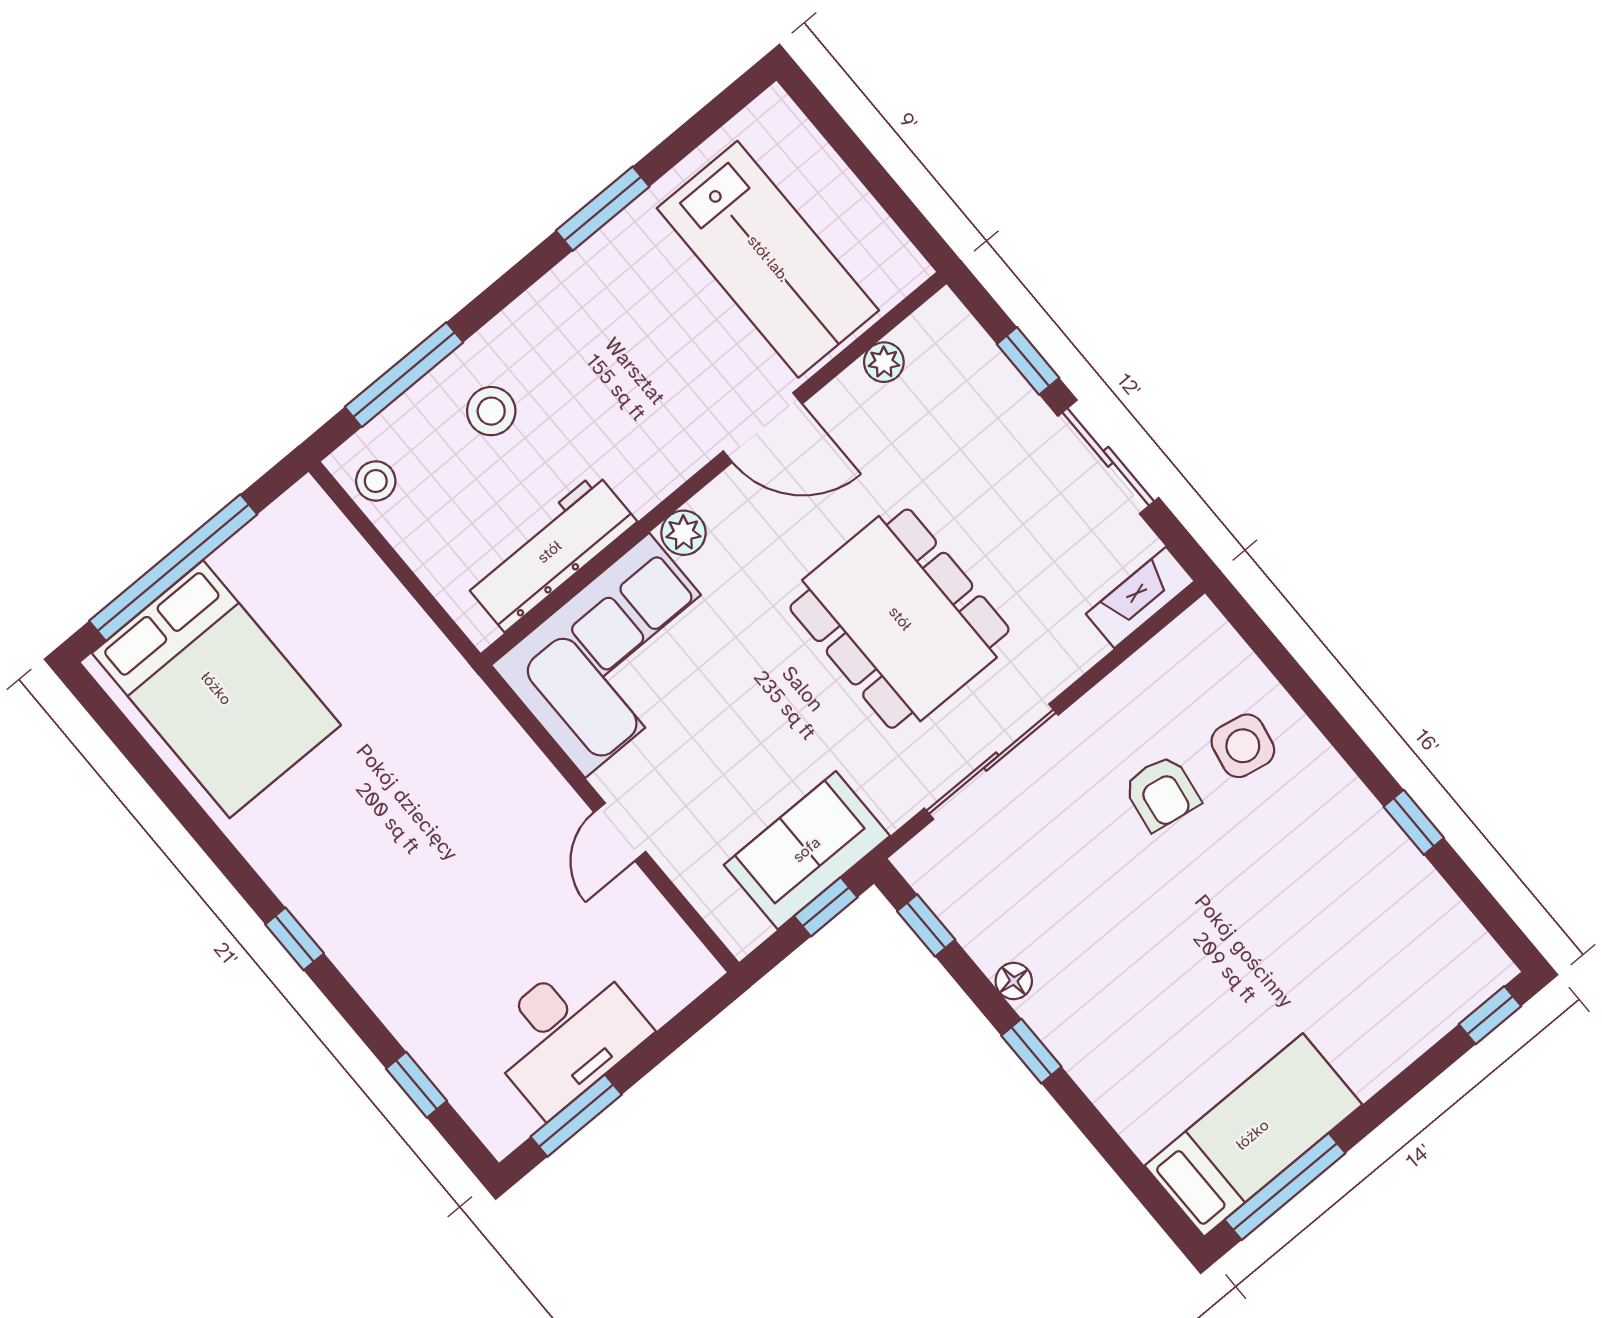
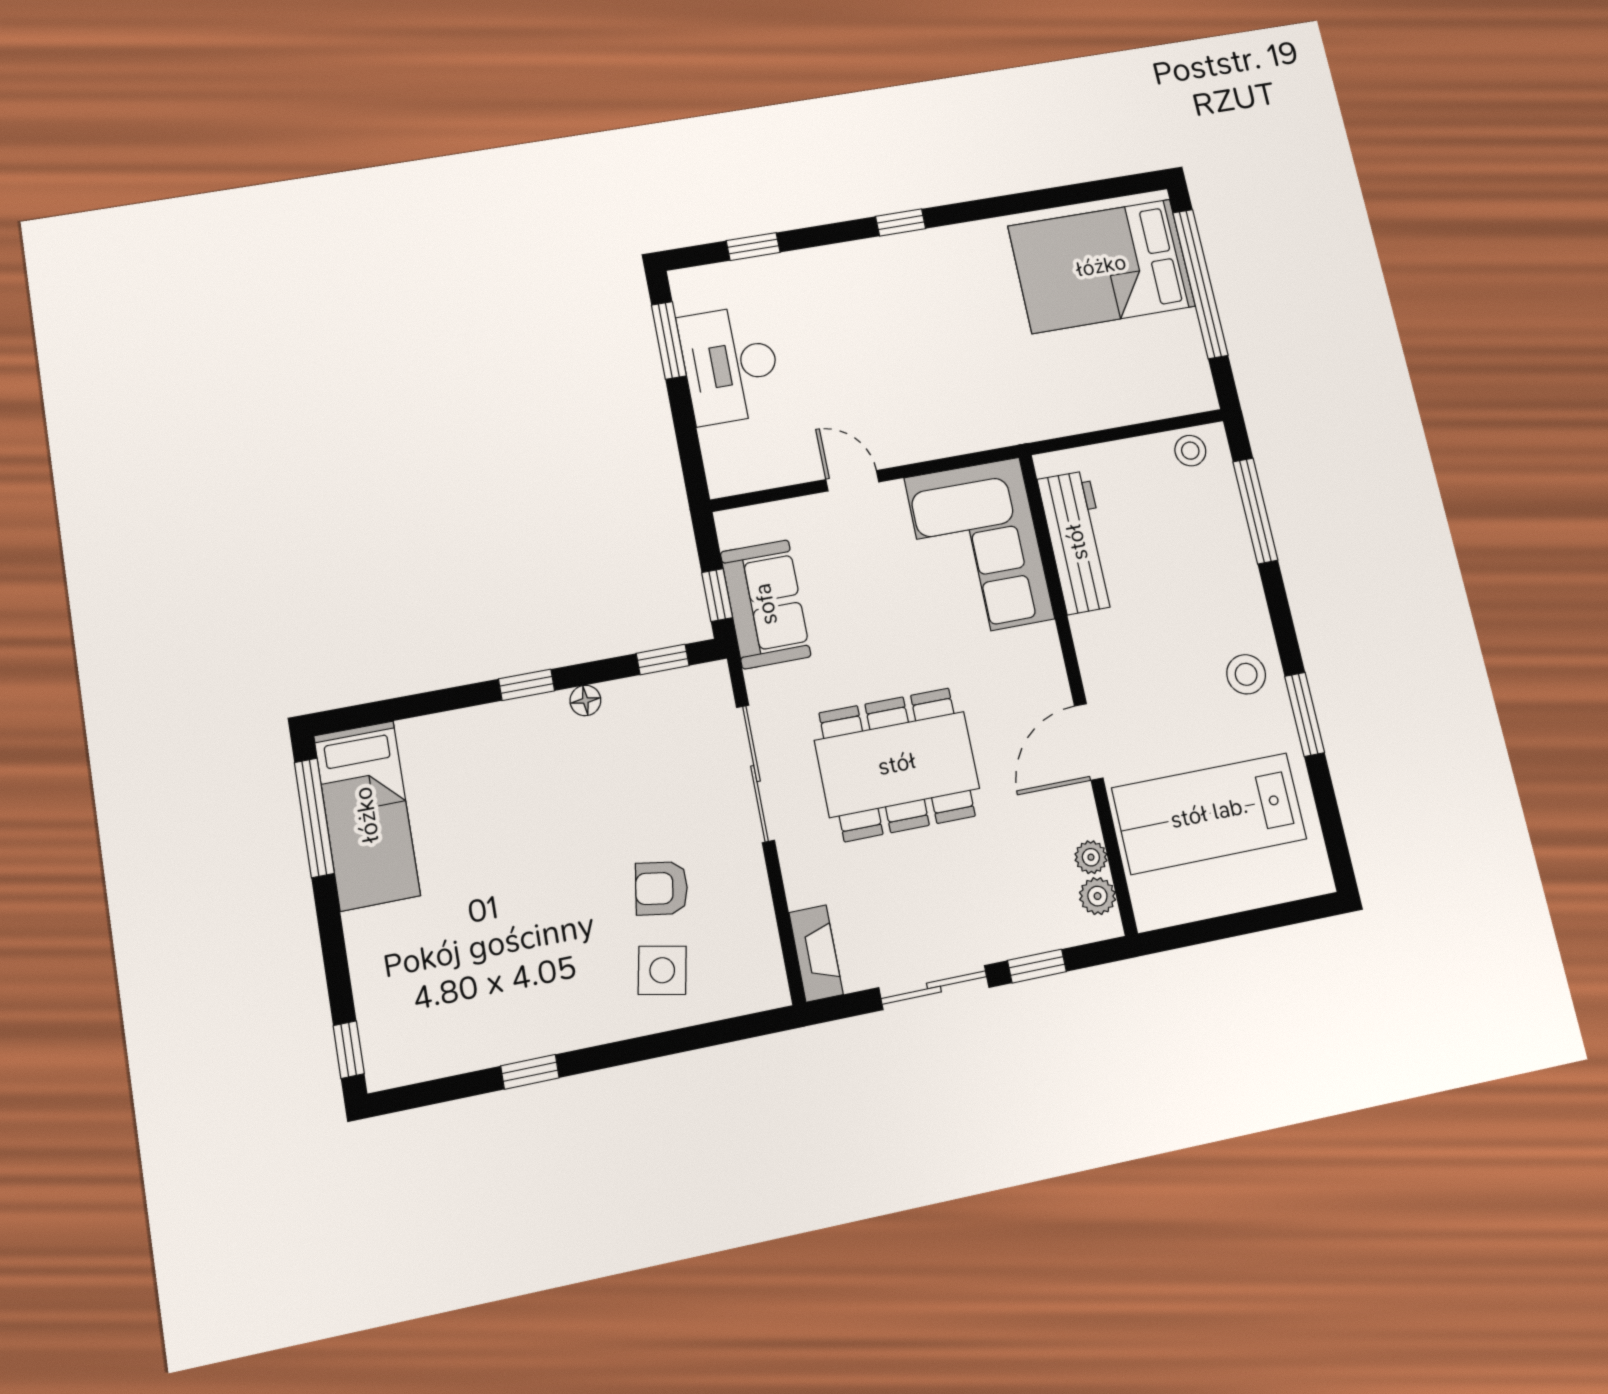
stool: (491, 411) -> (1246, 674), moved
plant: (684, 533) -> (1097, 896), moved

